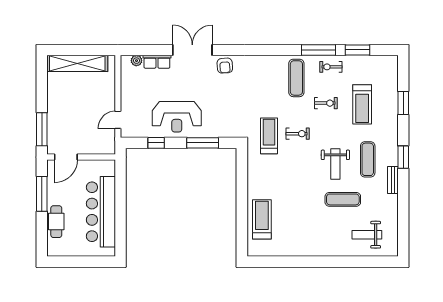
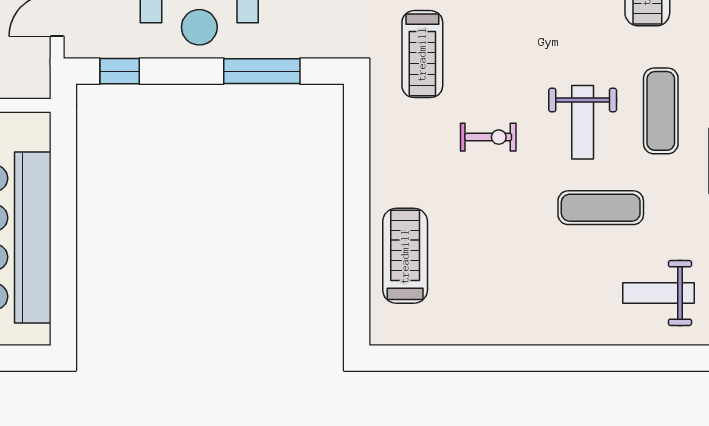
exercise bike: (298, 134) -> (488, 137), moved
treadmill: (269, 136) -> (422, 54), turned 180
window: (156, 143) -> (120, 71), moved

